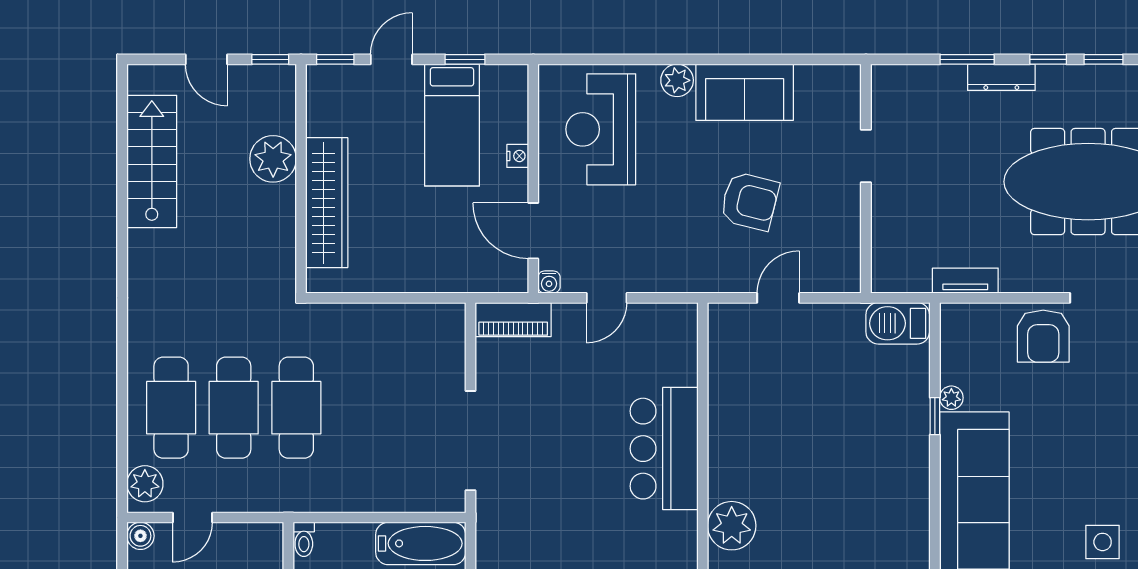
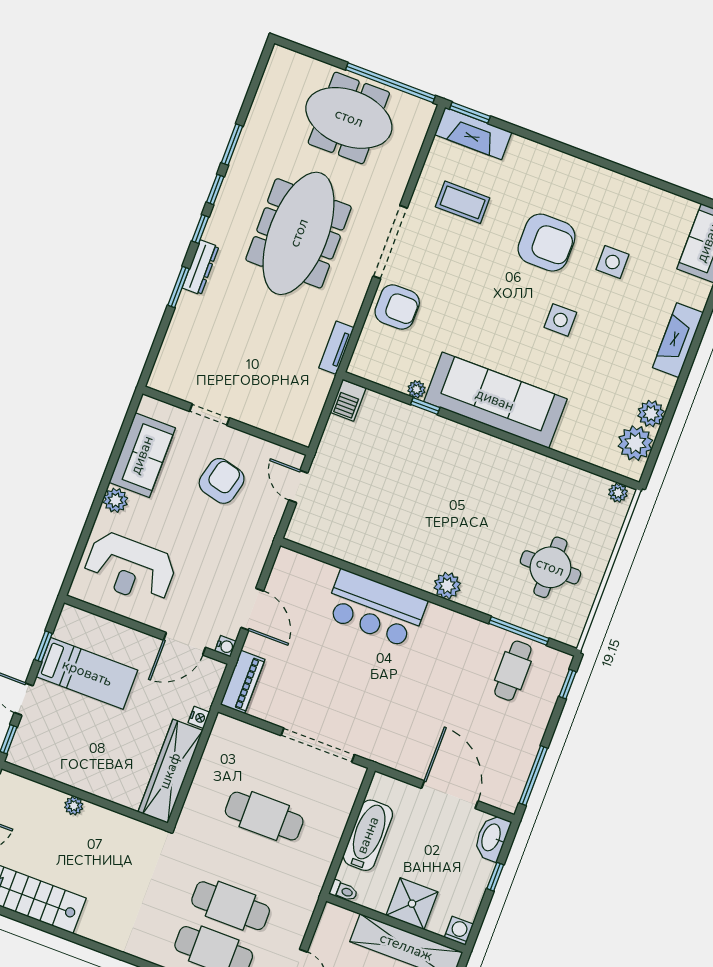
nightstand: (518, 156) -> (199, 717), moved, turned 90
doorway: (866, 156) -> (209, 415), moved
plant: (273, 159) -> (74, 806), width x0.53, depth x0.53
wall: (866, 179) -> (226, 421), moved
wardrobe: (327, 203) -> (170, 771), moved, turned -90
door: (607, 298) -> (252, 609), width x1.38
barbecue: (898, 323) -> (348, 400), width x0.73, depth x0.79
cafe table: (296, 408) -> (264, 816), moved
plant: (732, 526) -> (447, 586), width x0.73, depth x0.73
bathtub: (421, 543) -> (368, 835), moved

